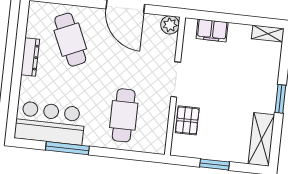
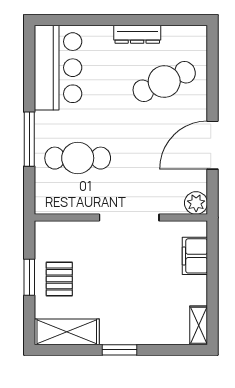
doorway: (176, 79) -> (129, 218), width x1.36
pallet: (187, 120) -> (59, 279), moved, turned 90
window: (67, 148) -> (29, 139), moved

